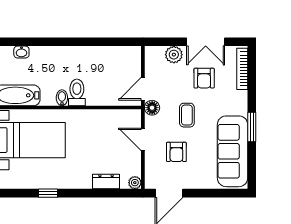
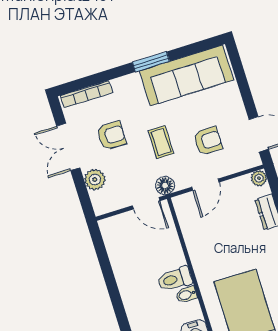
double door: (206, 42) -> (68, 147), swing flipped
coffee table: (187, 115) -> (161, 142), turned 90

